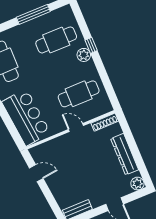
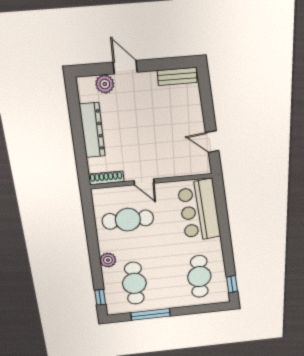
cafe table: (56, 40) -> (134, 283), turned 90
window: (91, 45) -> (100, 297), moved
plant: (137, 184) -> (105, 84), moved

